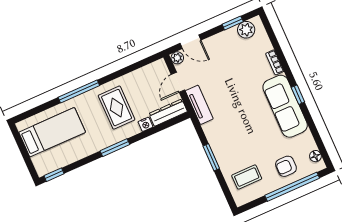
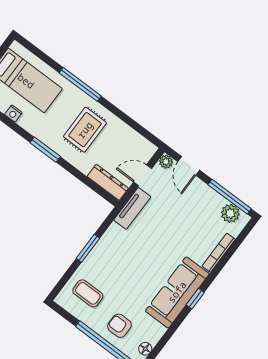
window: (233, 23) -> (230, 197), width x2.17
bookcase: (275, 62) -> (219, 253), width x1.56
nightstand: (145, 124) -> (13, 113), moved

